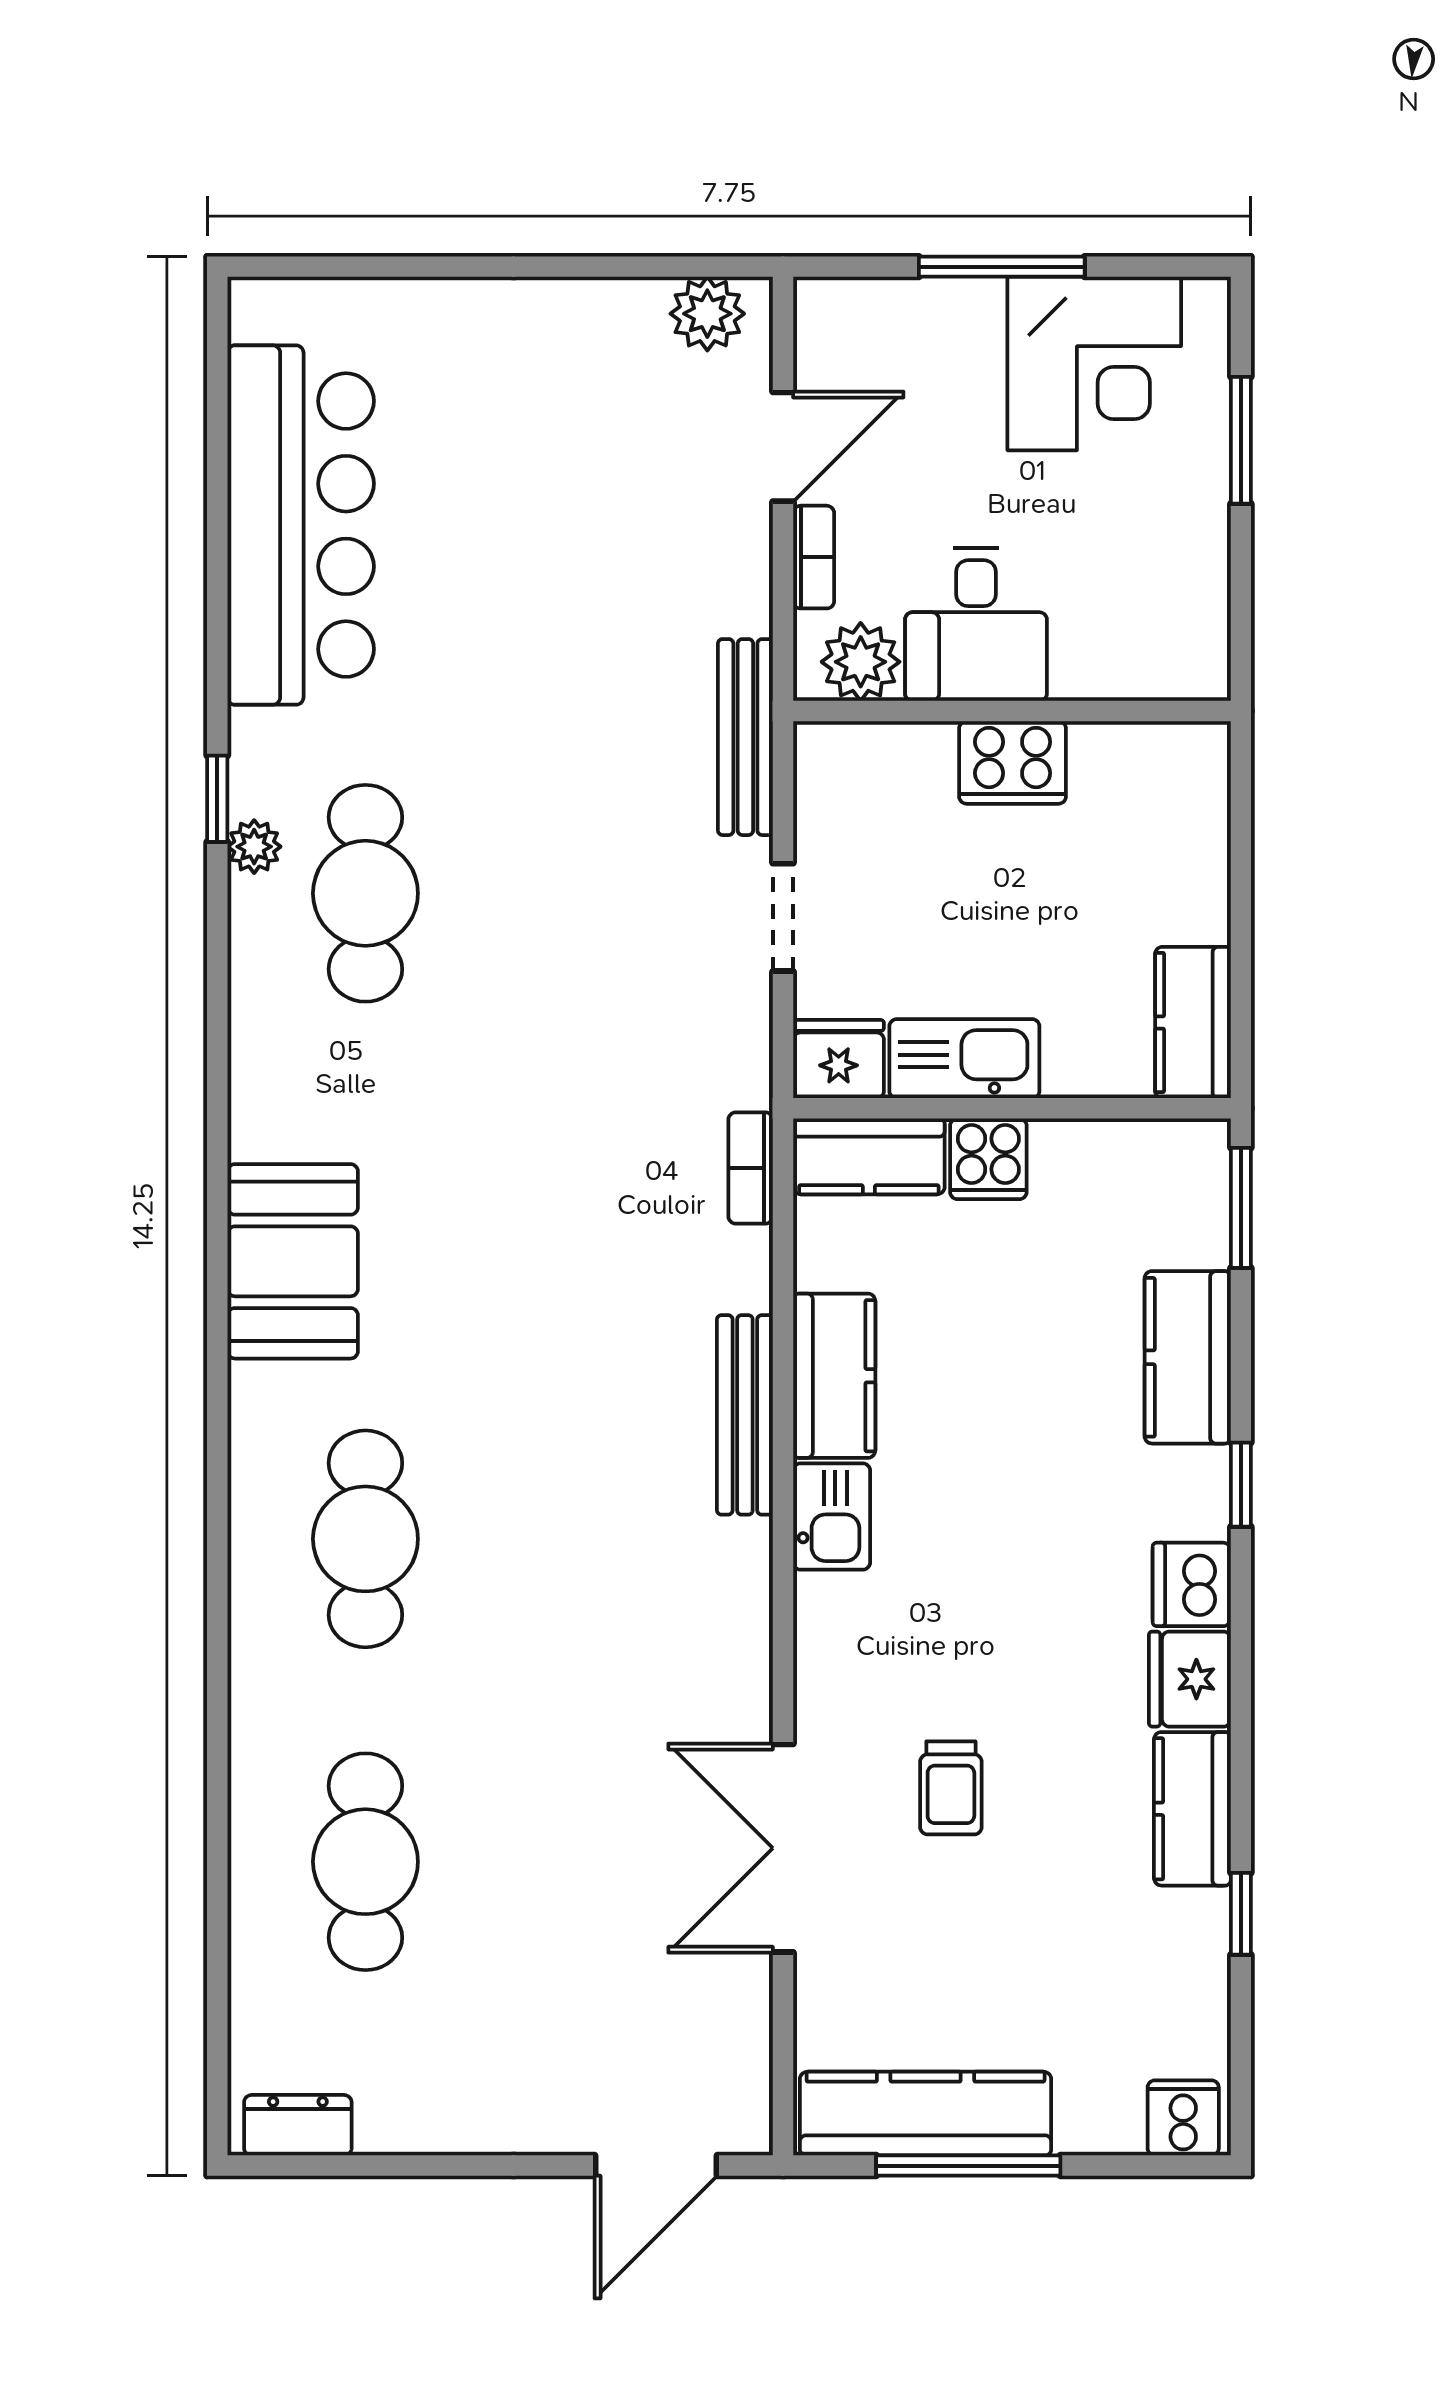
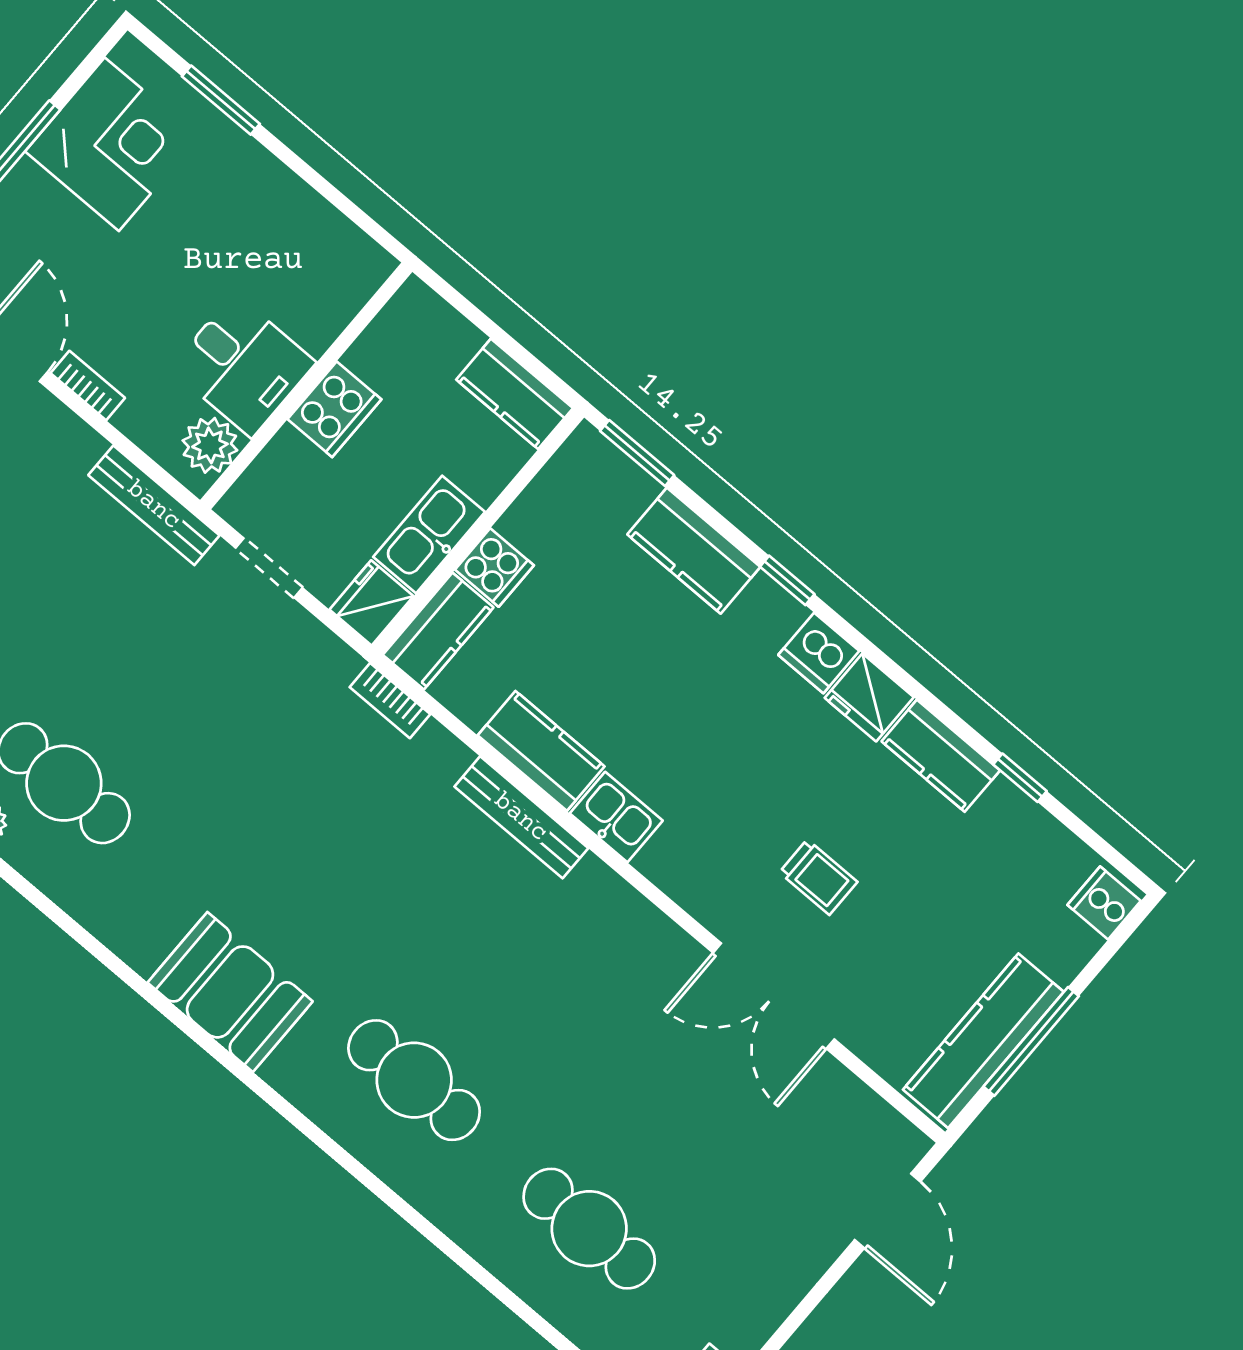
desk: (976, 624) -> (243, 366), moved
plant: (861, 662) -> (210, 445), moved
wall: (1012, 711) -> (306, 386), moved
cooker: (1013, 762) -> (334, 409), moved

